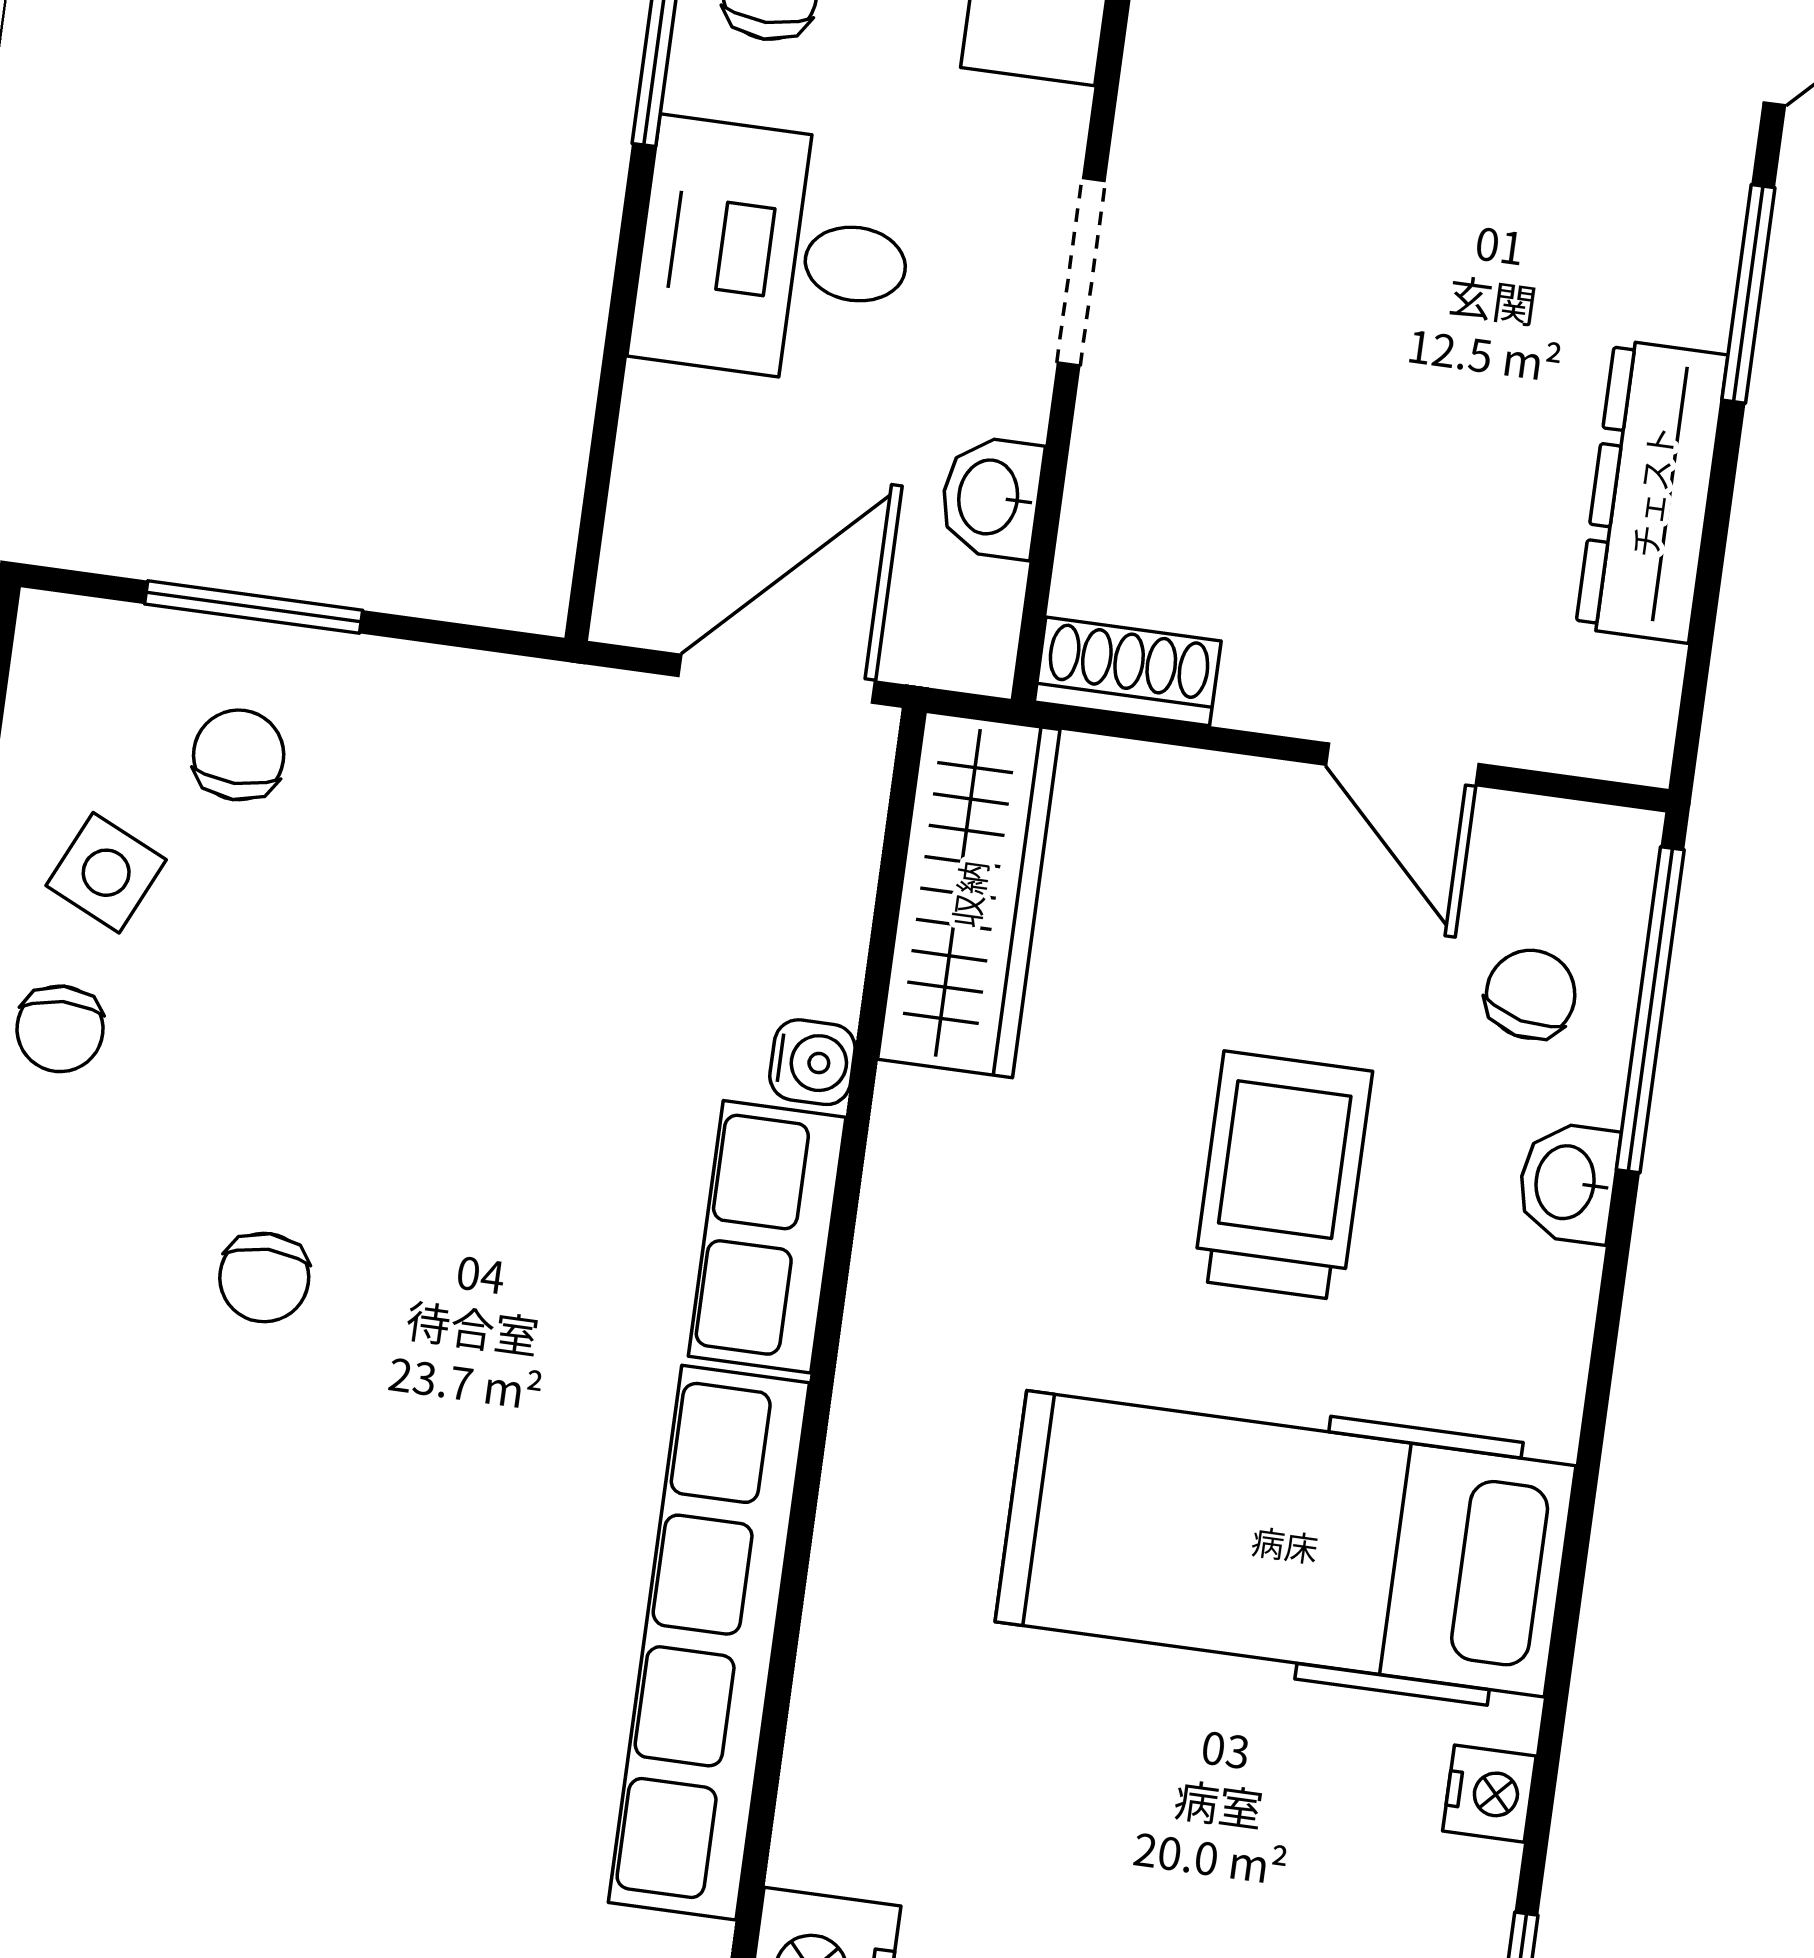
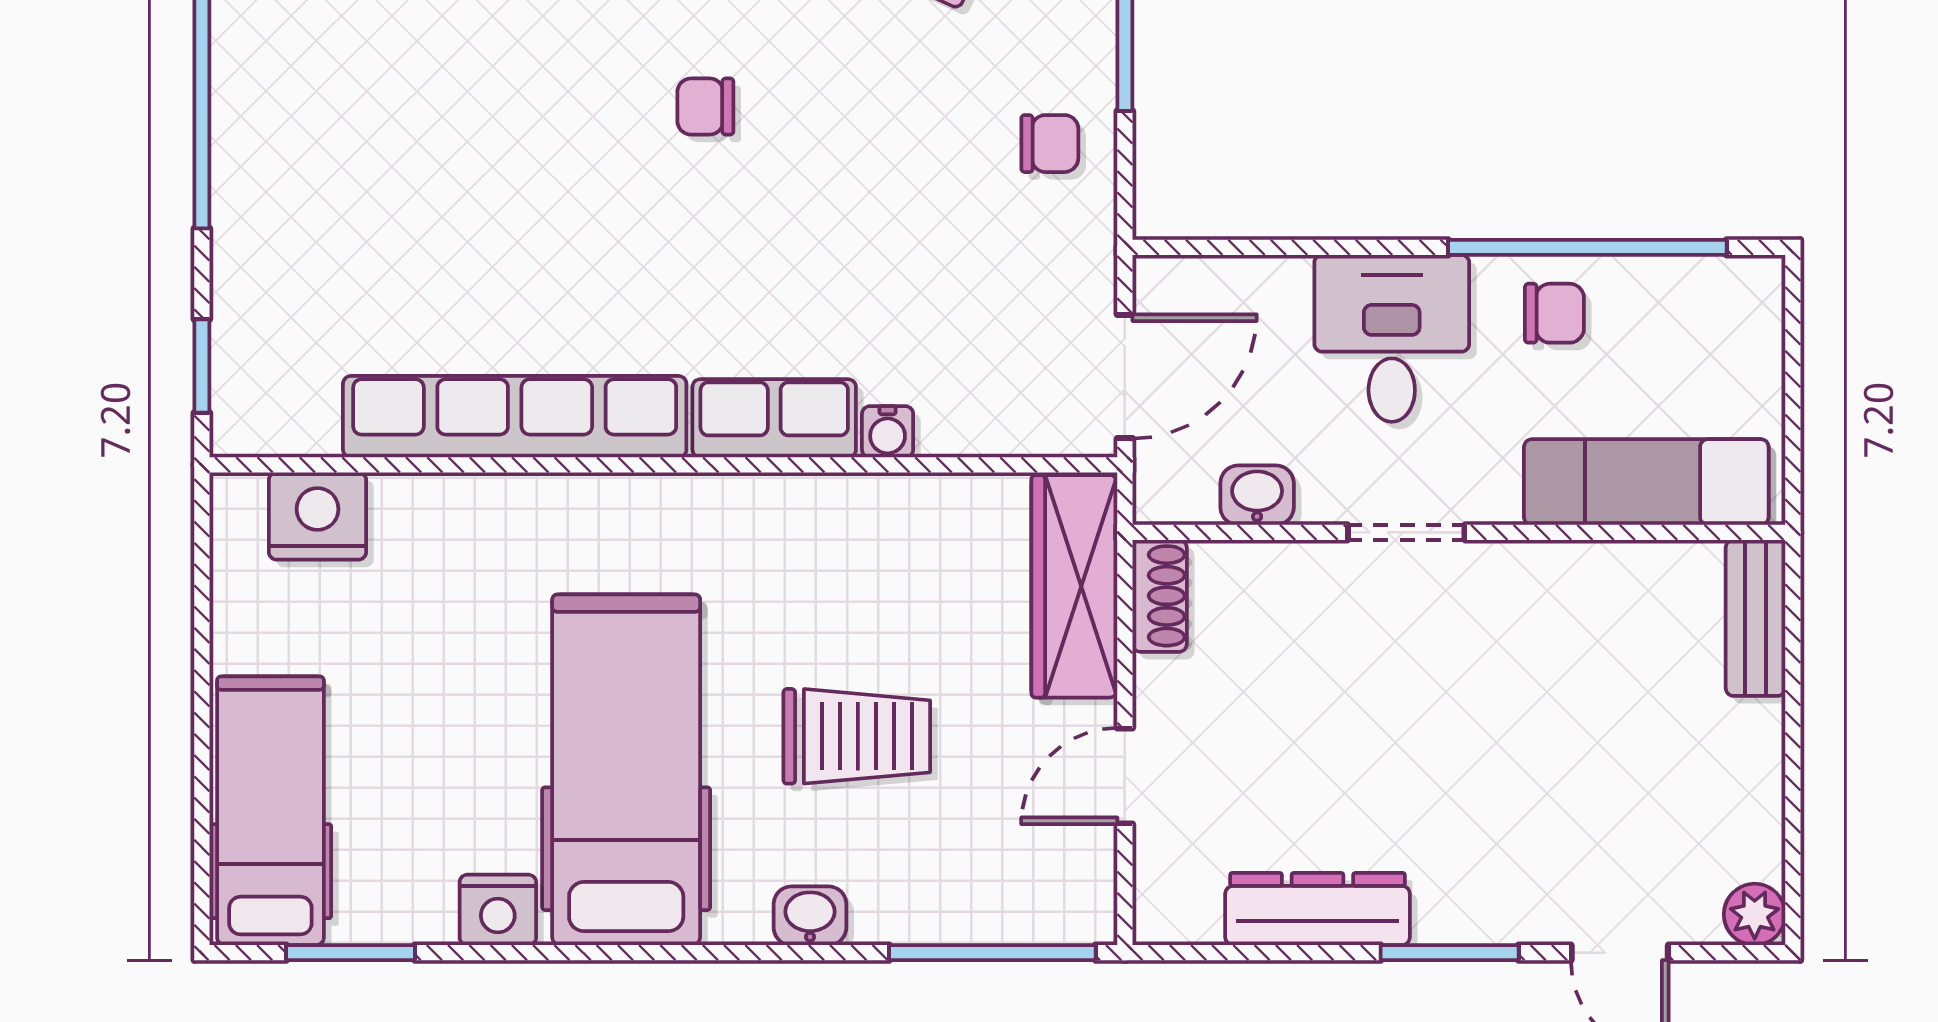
door: (777, 679) -> (1125, 376), hinge flipped
chair: (239, 755) -> (1050, 144), moved
wardrobe: (969, 894) -> (1074, 586), moved, turned 90
chair: (1531, 994) -> (992, 876), removed
washbasin: (1568, 1183) -> (810, 916), moved
nightstand: (1489, 1794) -> (498, 910), width x1.39, depth x1.35

